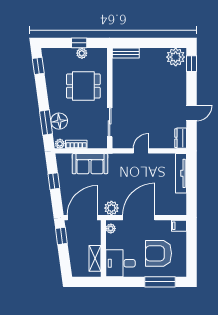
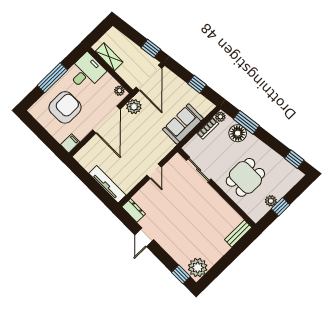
window: (160, 282) -> (52, 78), moved

